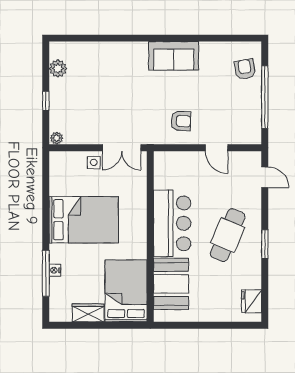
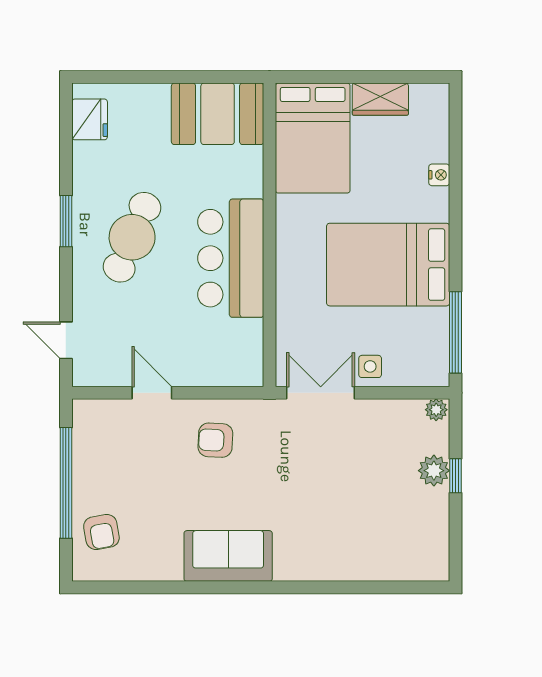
plant: (58, 68) -> (434, 471), moved
window: (46, 273) -> (455, 332), moved
booth: (171, 284) -> (218, 114), moved, turned 90

